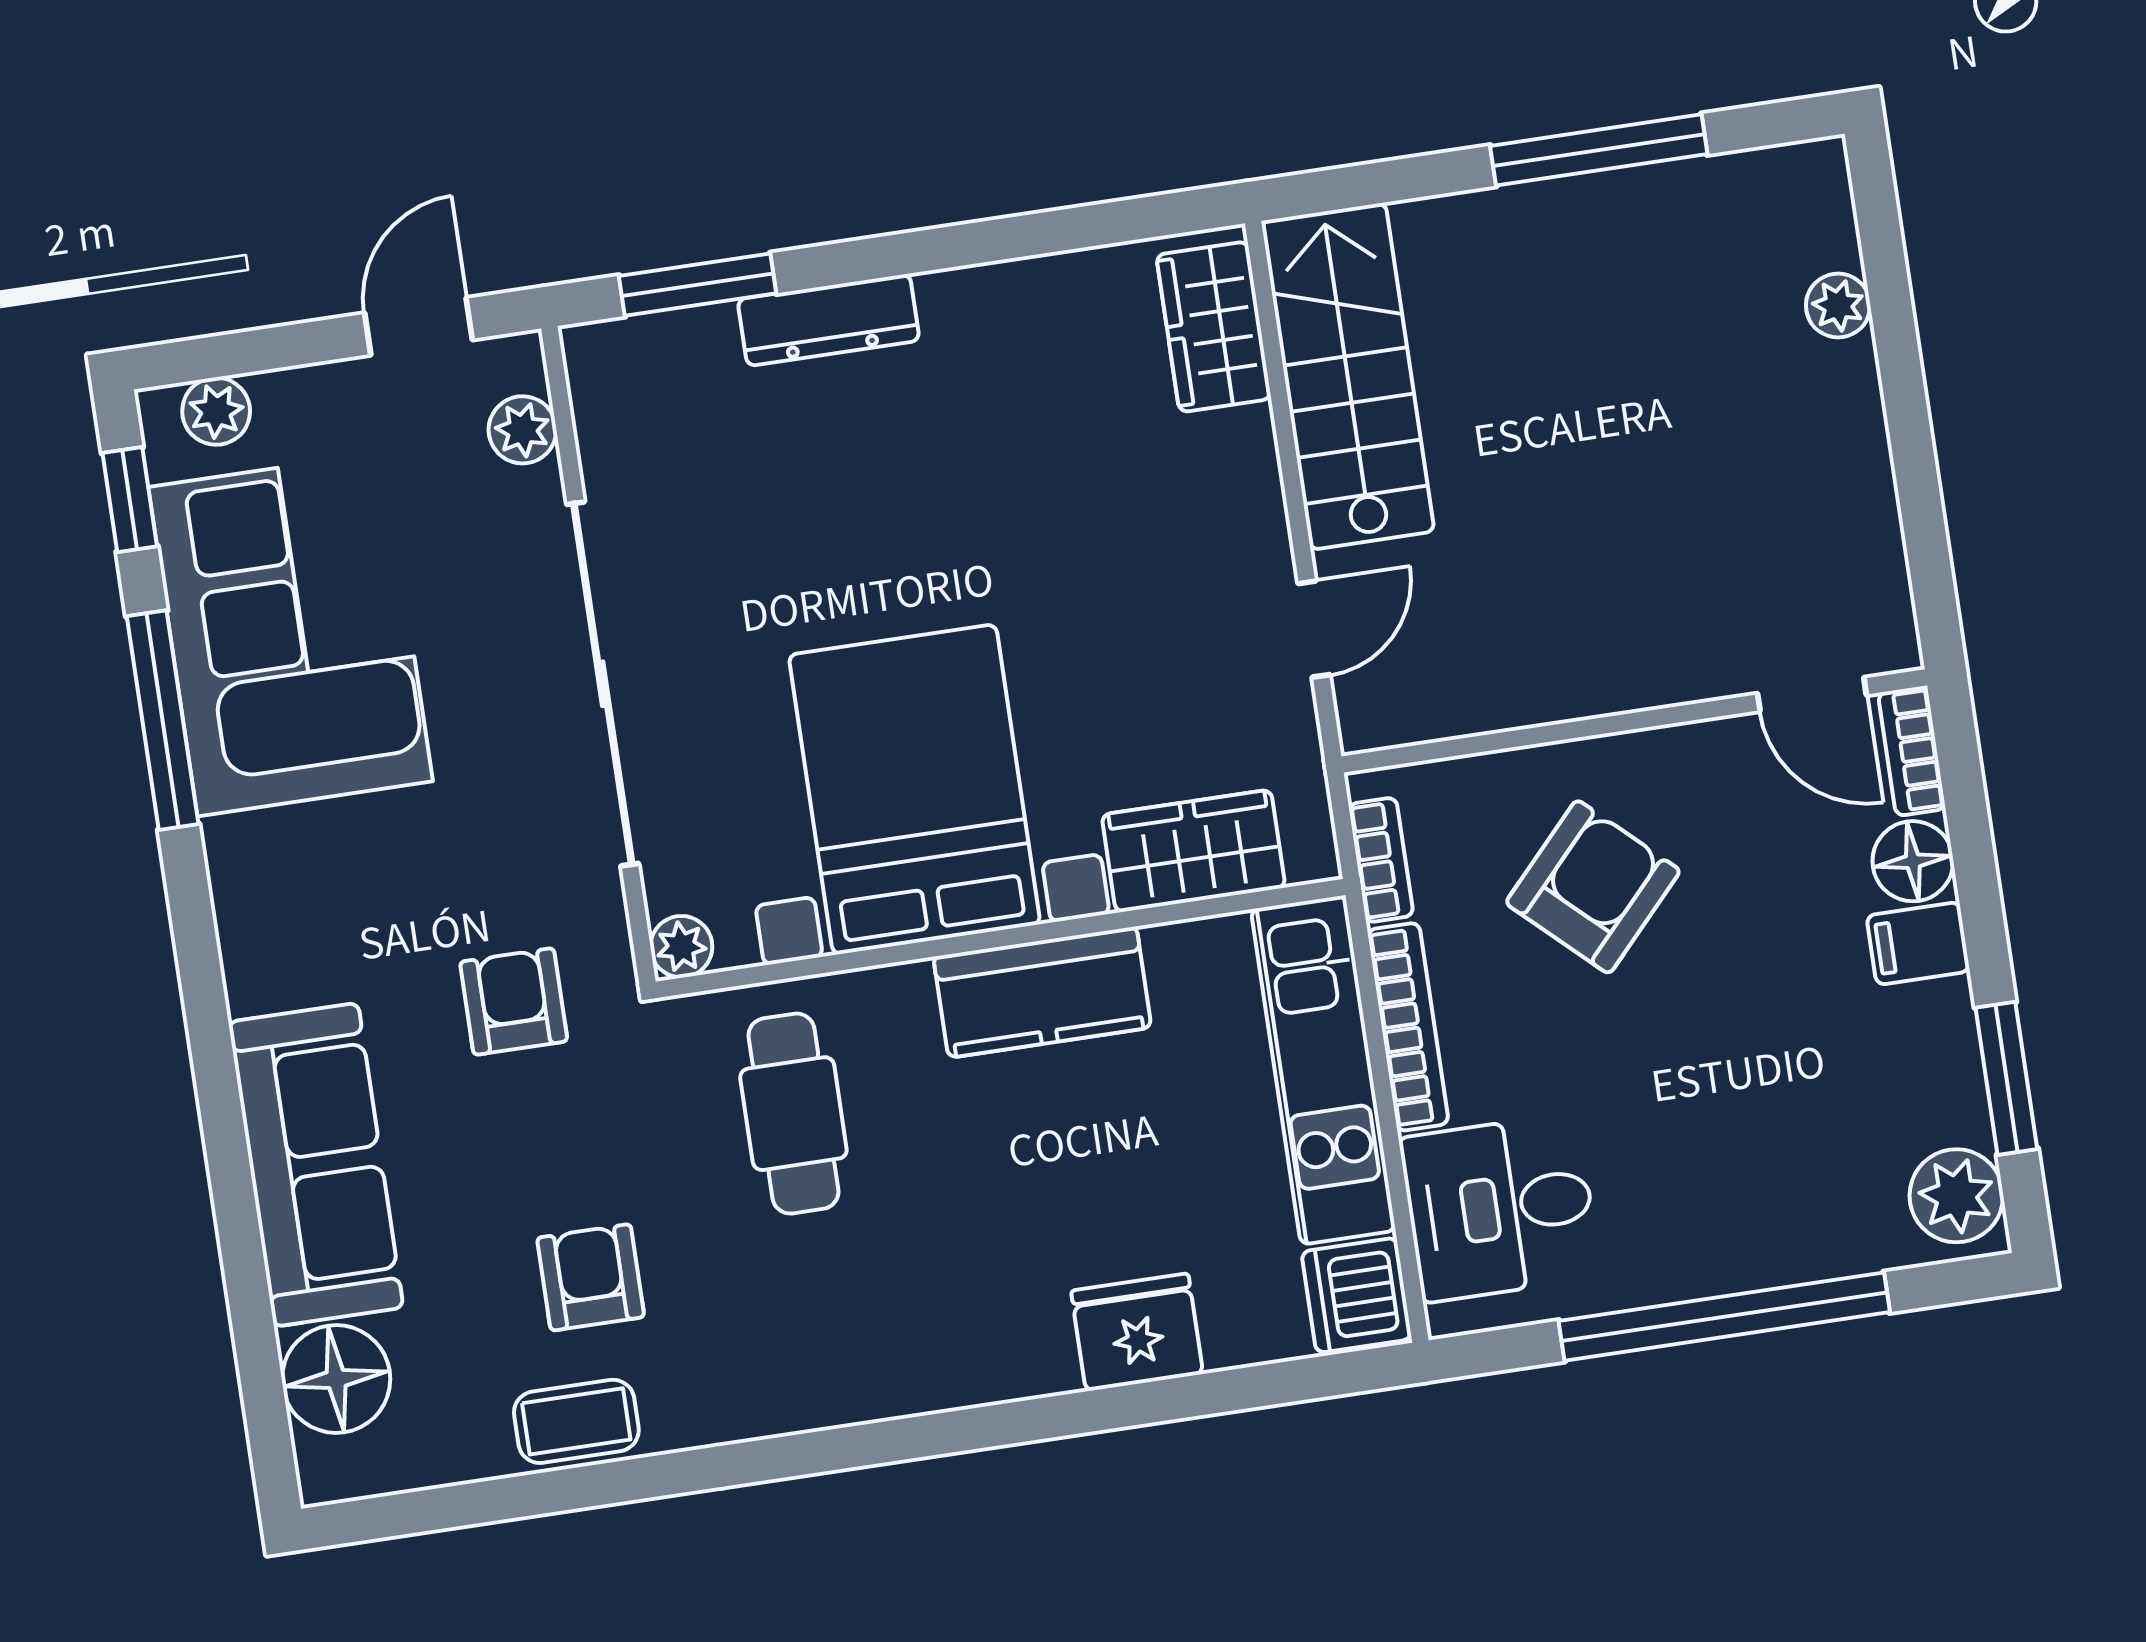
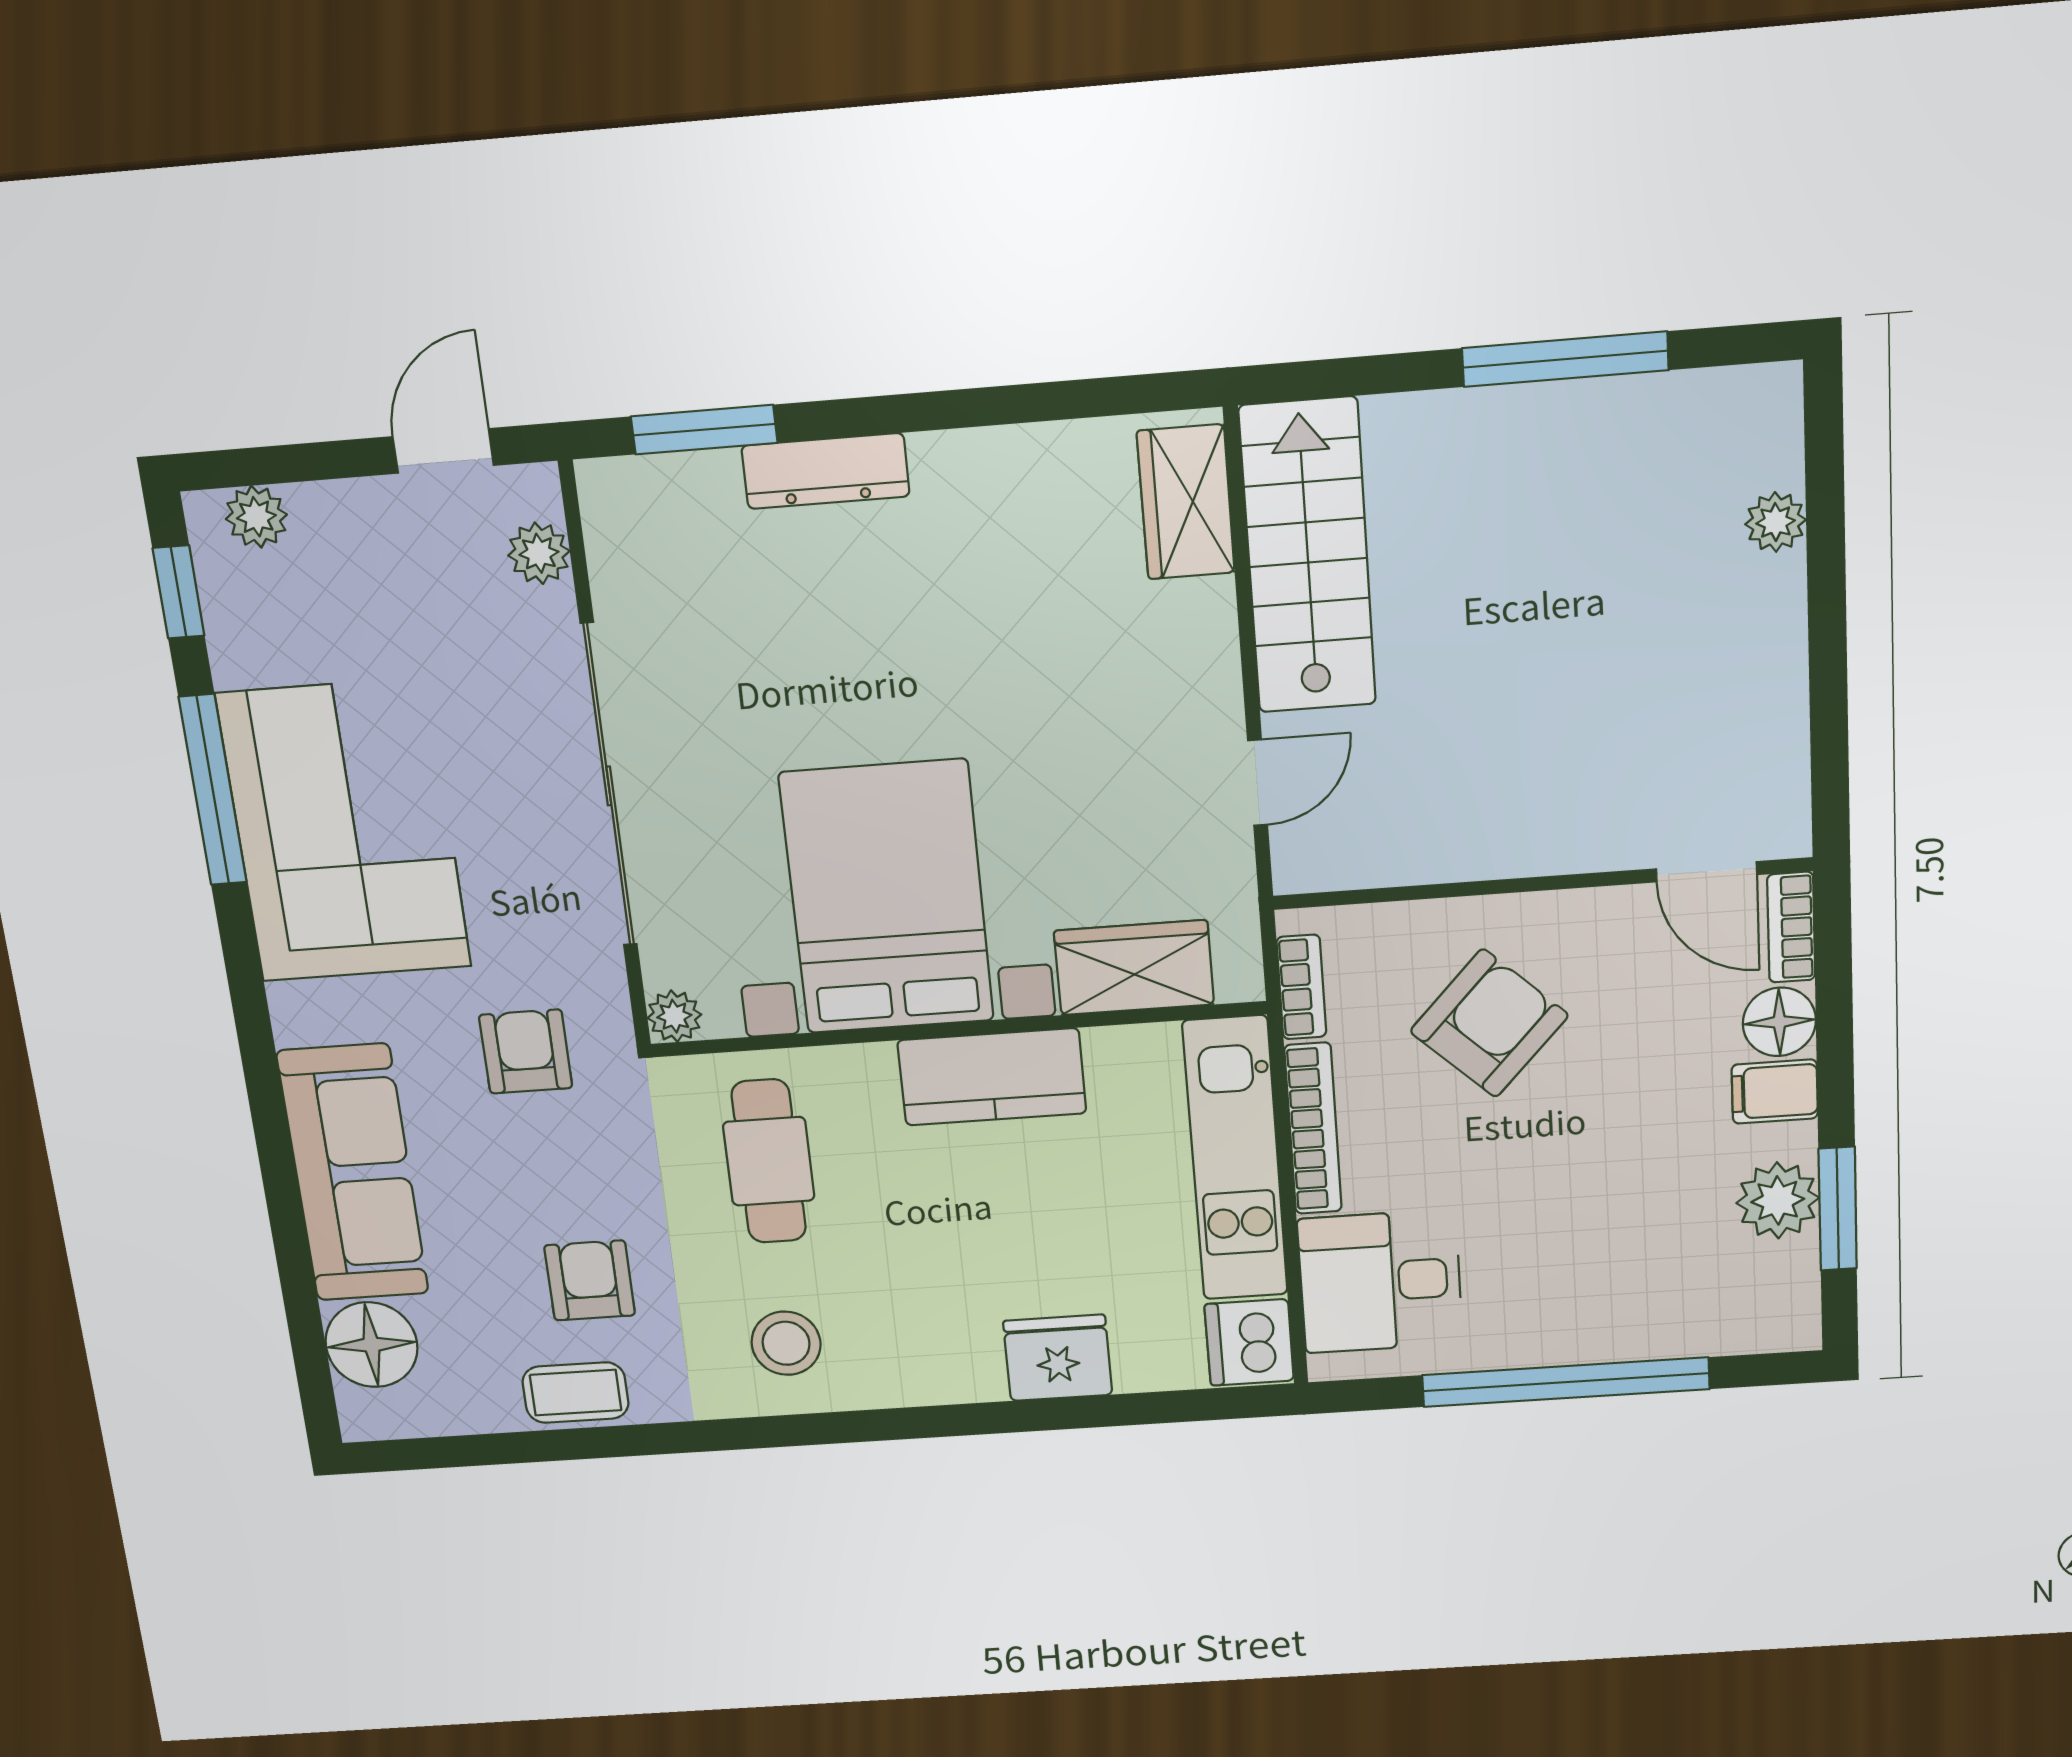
corner sofa: (291, 634) -> (344, 831), moved
plant: (1956, 1196) -> (1778, 1200), moved
stool: (821, 1339) -> (786, 1343), added

